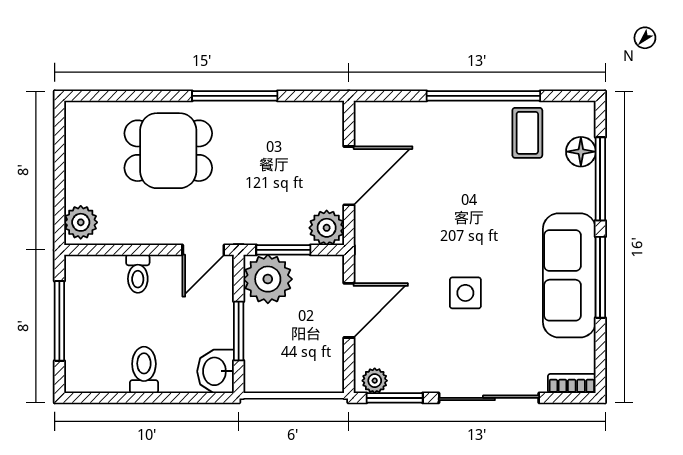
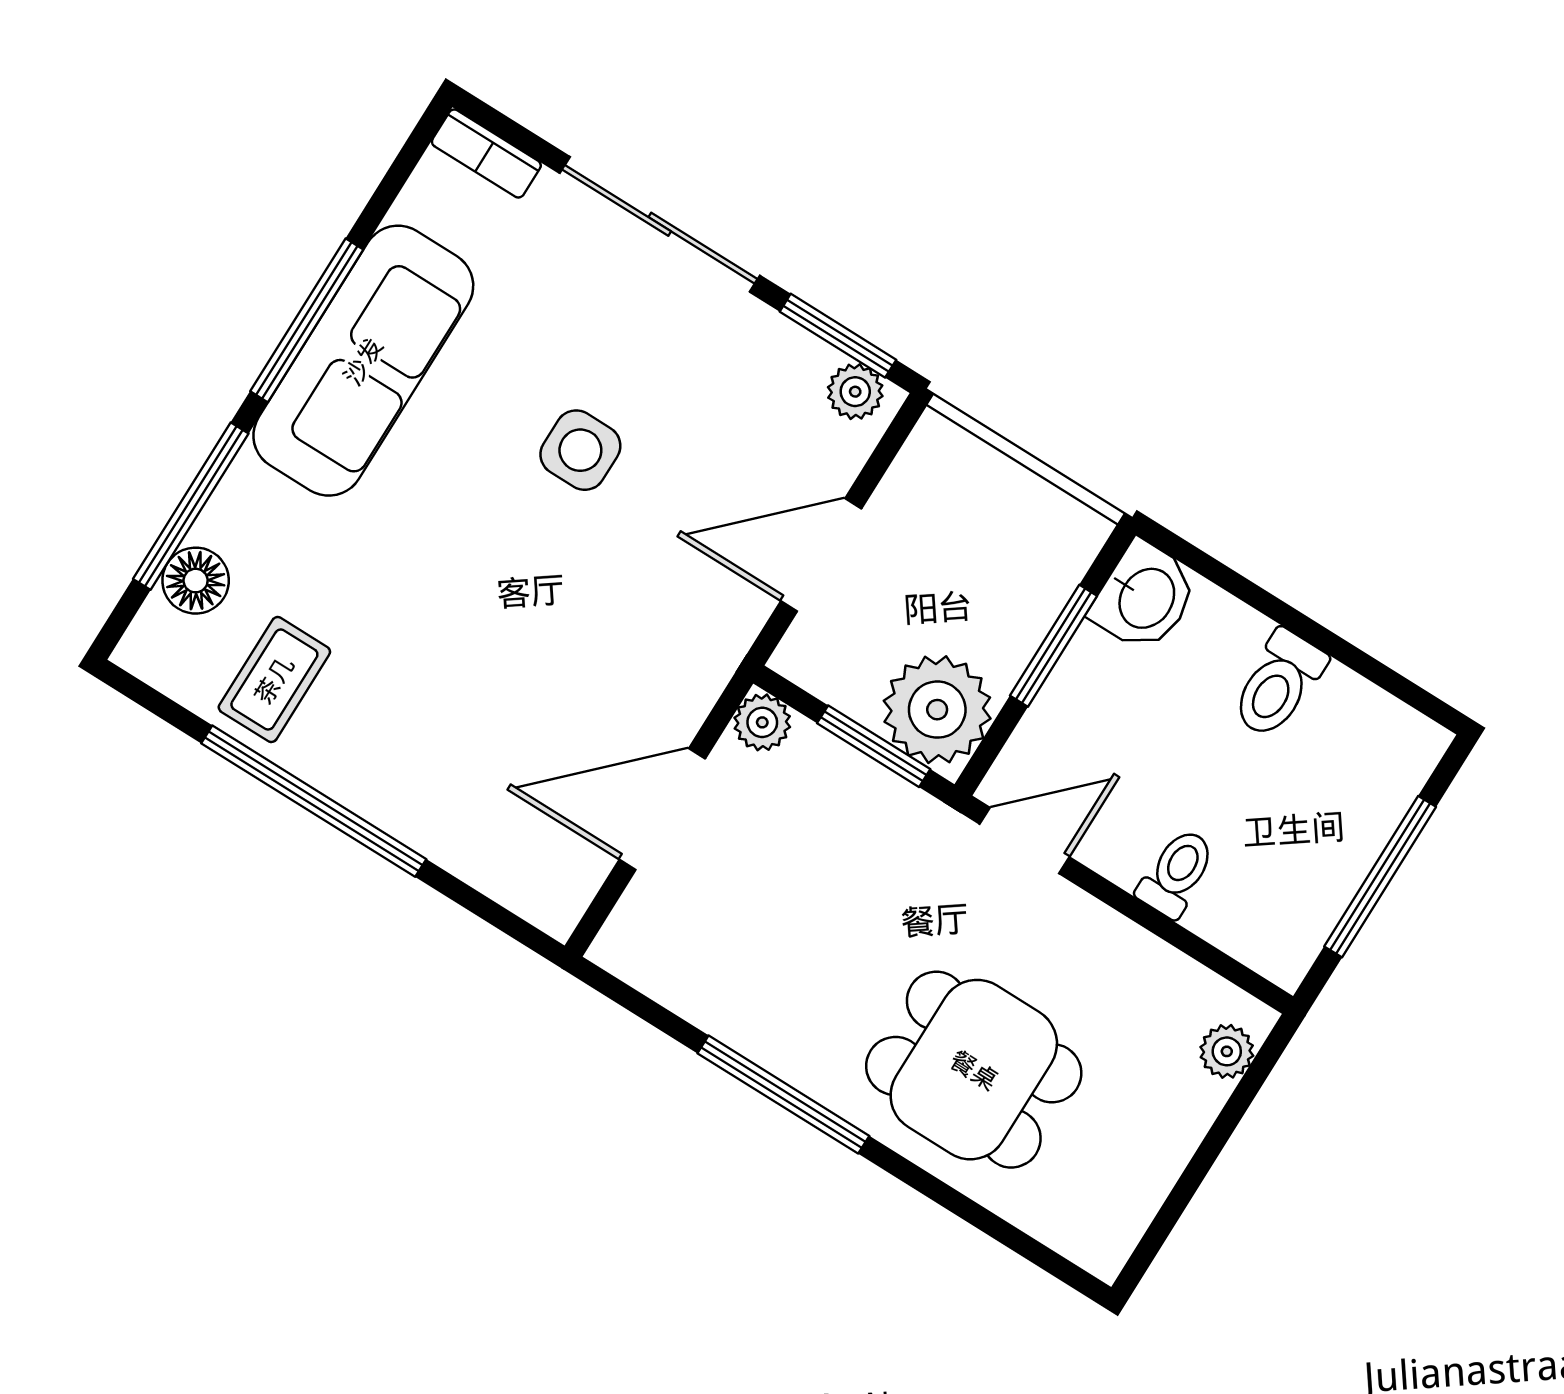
plant: (81, 222) -> (1227, 1051), width x0.73, depth x0.73
plant: (327, 228) -> (762, 722), width x0.73, depth x0.73

